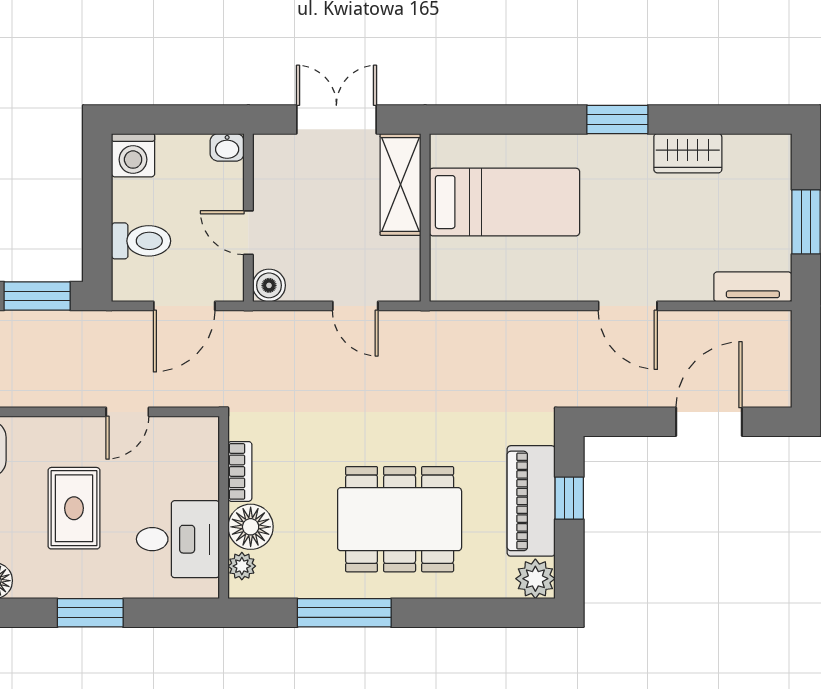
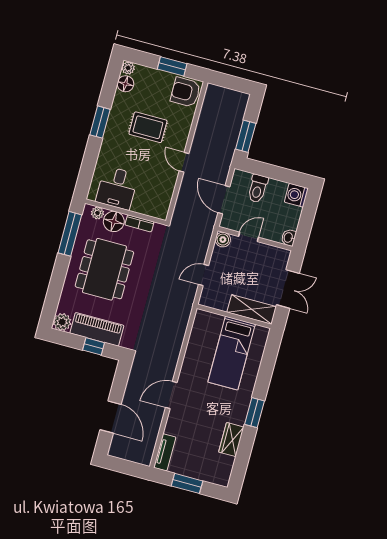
bookcase: (240, 471) -> (139, 223), moved
wall: (224, 507) -> (126, 212), moved
floor lamp: (251, 527) -> (114, 221), moved
desk: (178, 539) -> (117, 188), moved
plant: (242, 566) -> (98, 213), moved

